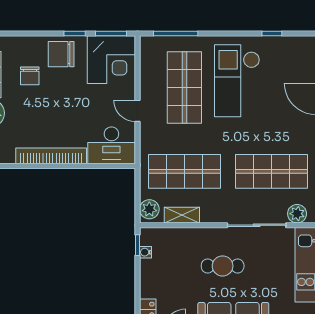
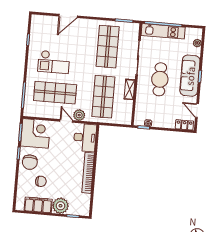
checkout: (237, 81) -> (54, 62), width x0.73, depth x0.83
door: (138, 111) -> (66, 121), swing flipped
plant: (149, 209) -> (79, 115), moved
plant: (297, 214) -> (133, 34), removed
shelving: (182, 215) -> (129, 89), moved
cafe table: (223, 266) -> (160, 79), width x1.37, depth x1.35

